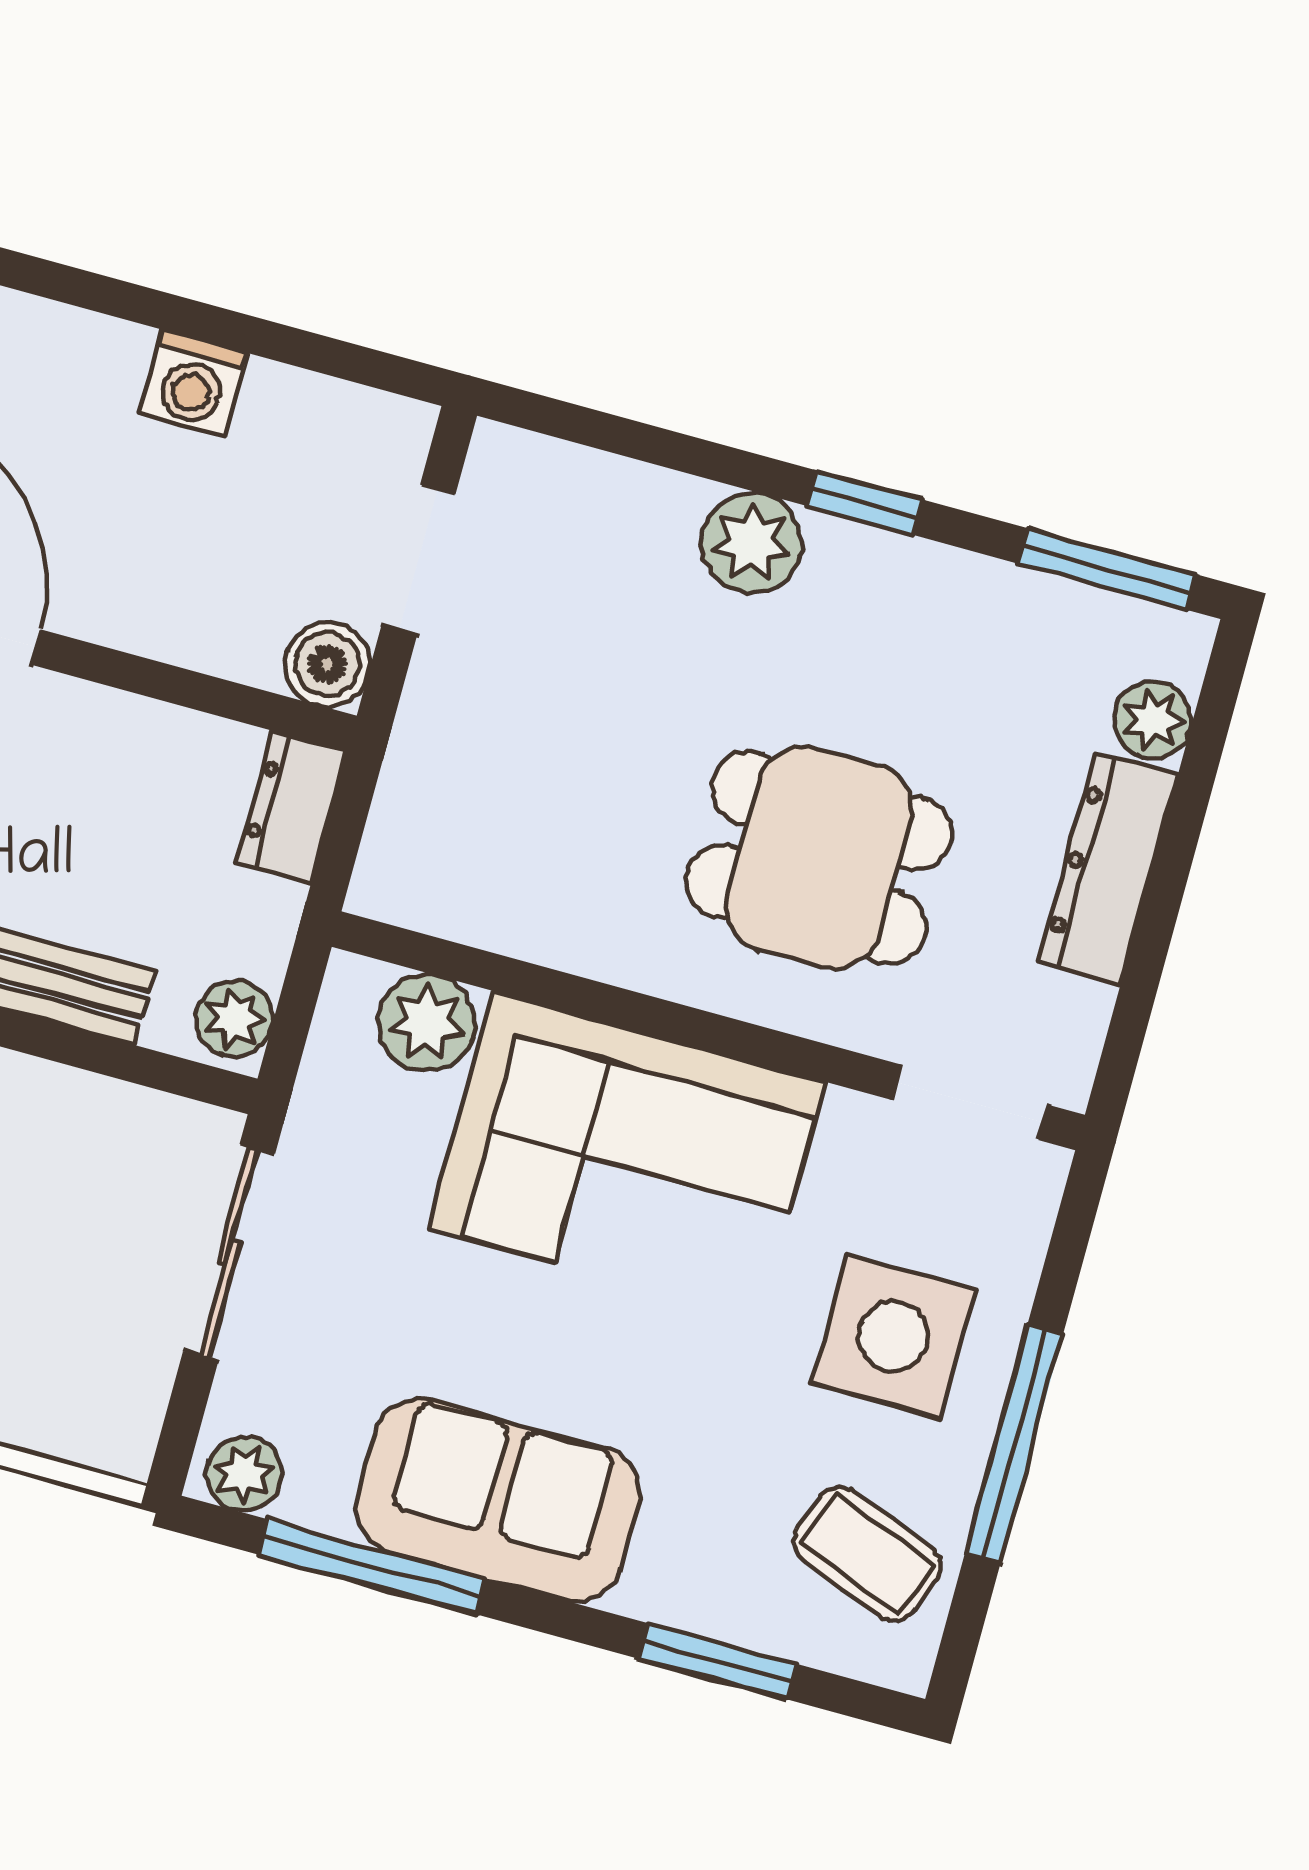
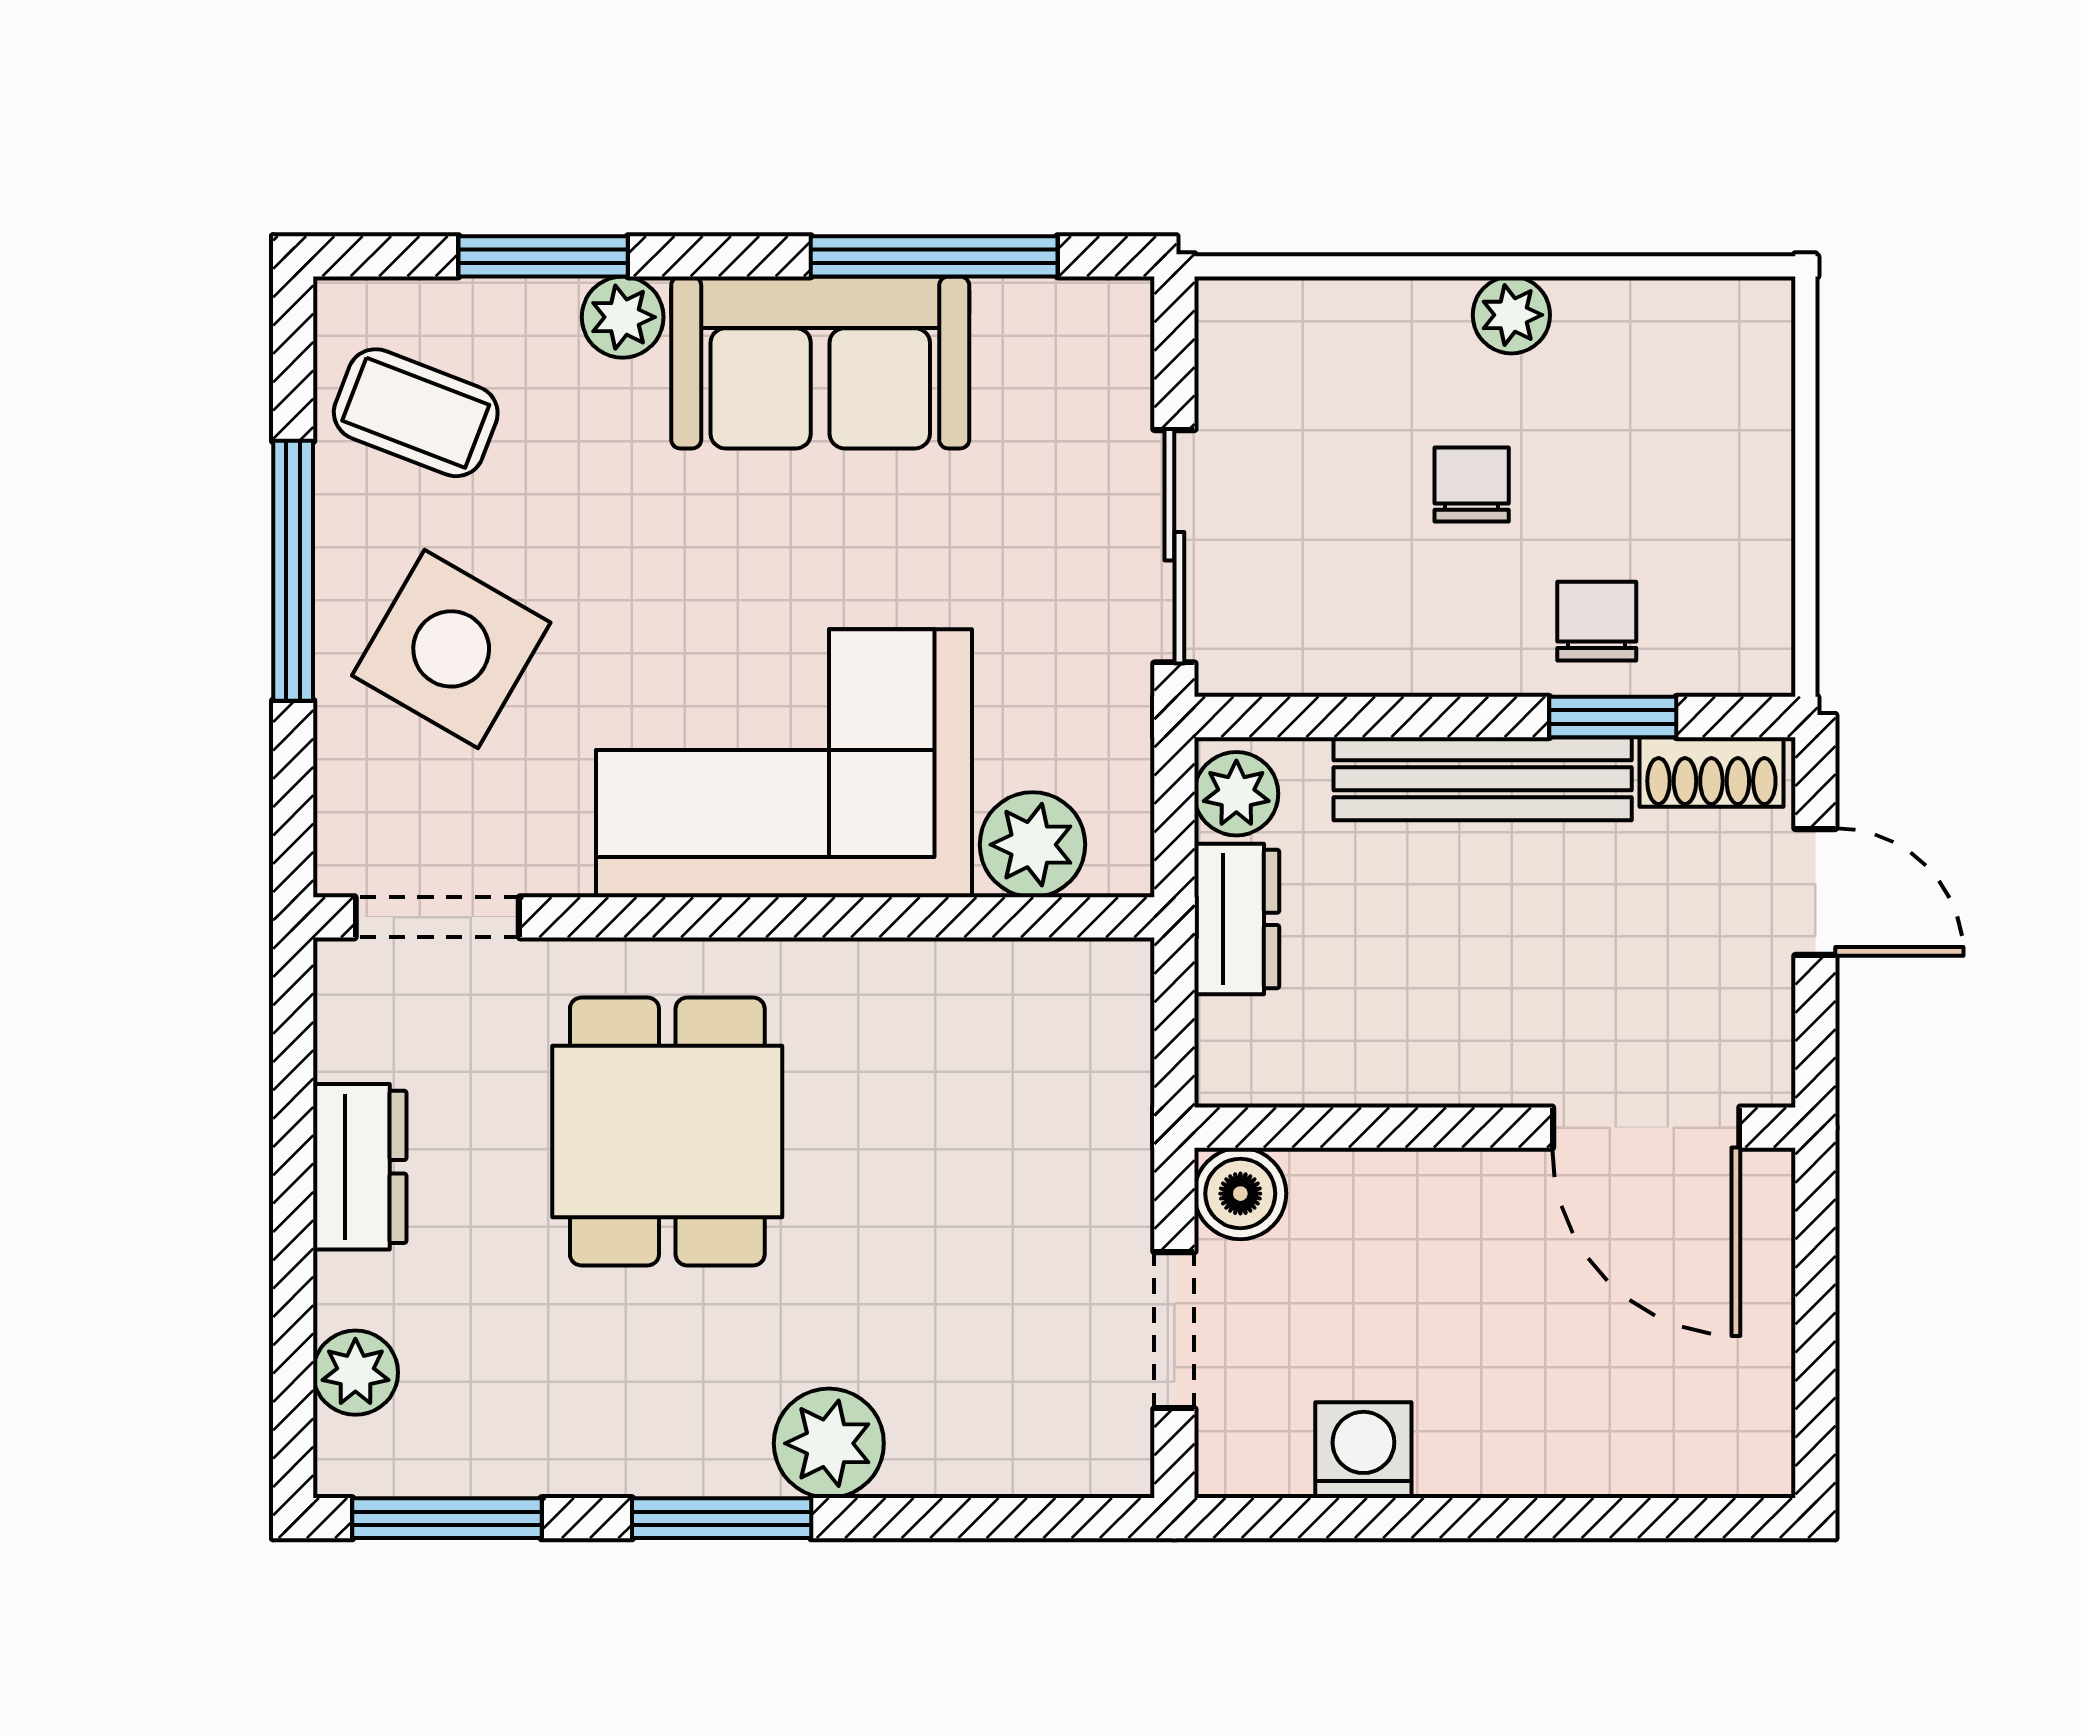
washing machine: (193, 384) -> (1363, 1450), moved
window: (864, 503) -> (722, 1518), width x1.50
dresser: (291, 808) -> (1237, 919), moved
dining table: (819, 858) -> (667, 1132), turned 90
dresser: (1108, 869) -> (360, 1167), width x0.70
side table: (893, 1336) -> (451, 649), turned 30
plant: (244, 1474) -> (623, 317), moved

